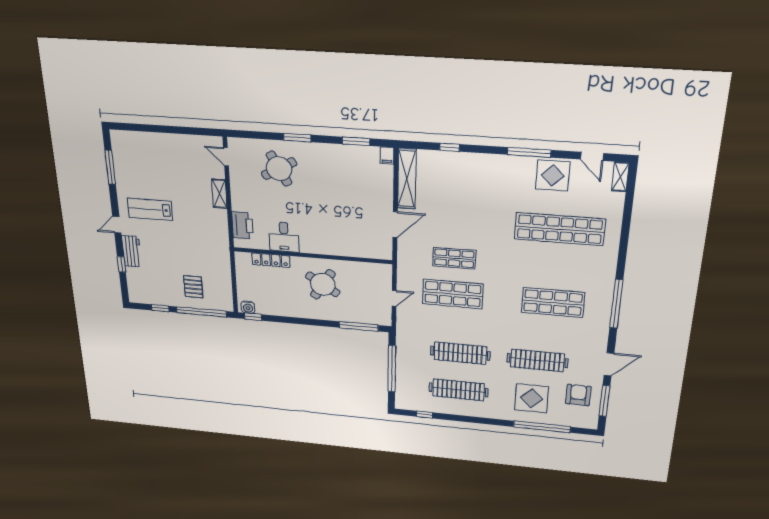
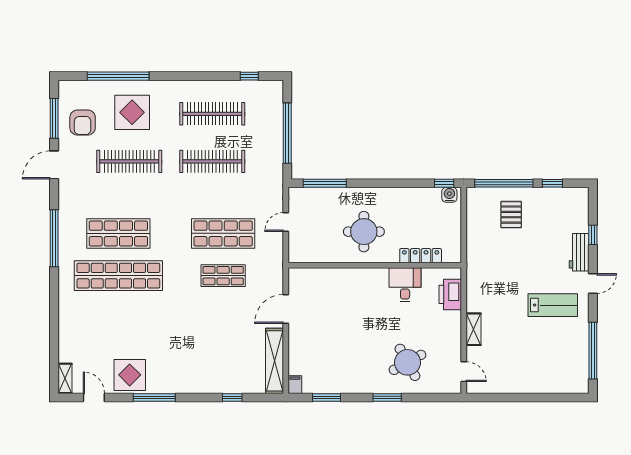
window: (110, 167) -> (593, 351), width x1.46
shop shelf: (560, 229) -> (118, 276), moved
round table: (323, 284) -> (364, 232), turned -32

